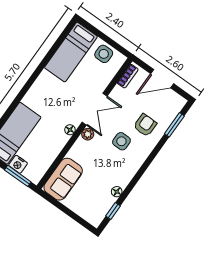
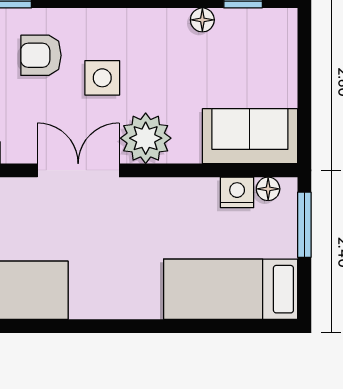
floor lamp: (70, 130) -> (268, 189), moved
plant: (88, 134) -> (146, 138), width x1.88, depth x1.88
nightstand: (18, 164) -> (237, 192), moved, turned -90

